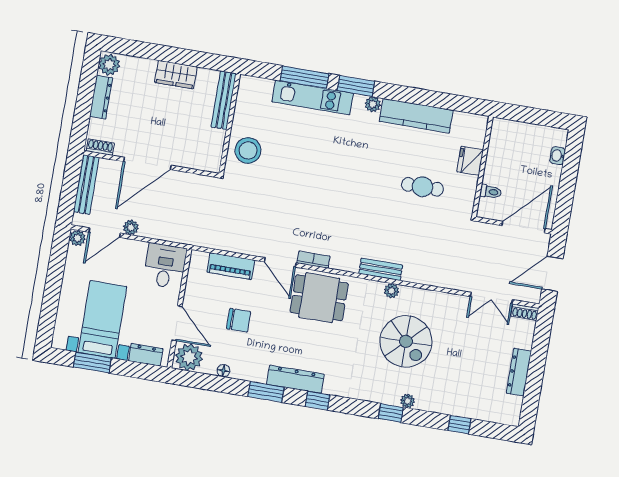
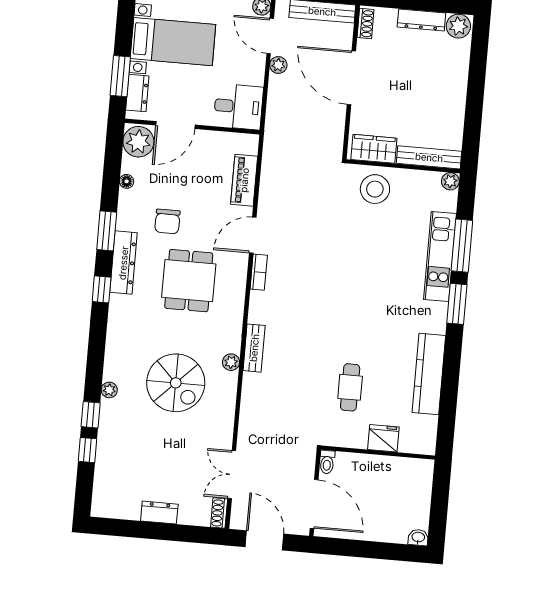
wardrobe: (176, 75) -> (374, 149), moved, turned 90
plant: (373, 104) -> (450, 181), moved
washbasin: (558, 156) -> (418, 537), moved
toilet: (491, 192) -> (327, 462), moved
dining table: (319, 298) -> (189, 281), moved
chair: (239, 320) -> (167, 221), moved
spiral stairs: (406, 341) -> (176, 383), turned -90
window: (92, 362) -> (120, 76), moved
dresser: (519, 372) -> (159, 513), width x0.70
window: (391, 413) -> (91, 415), moved

